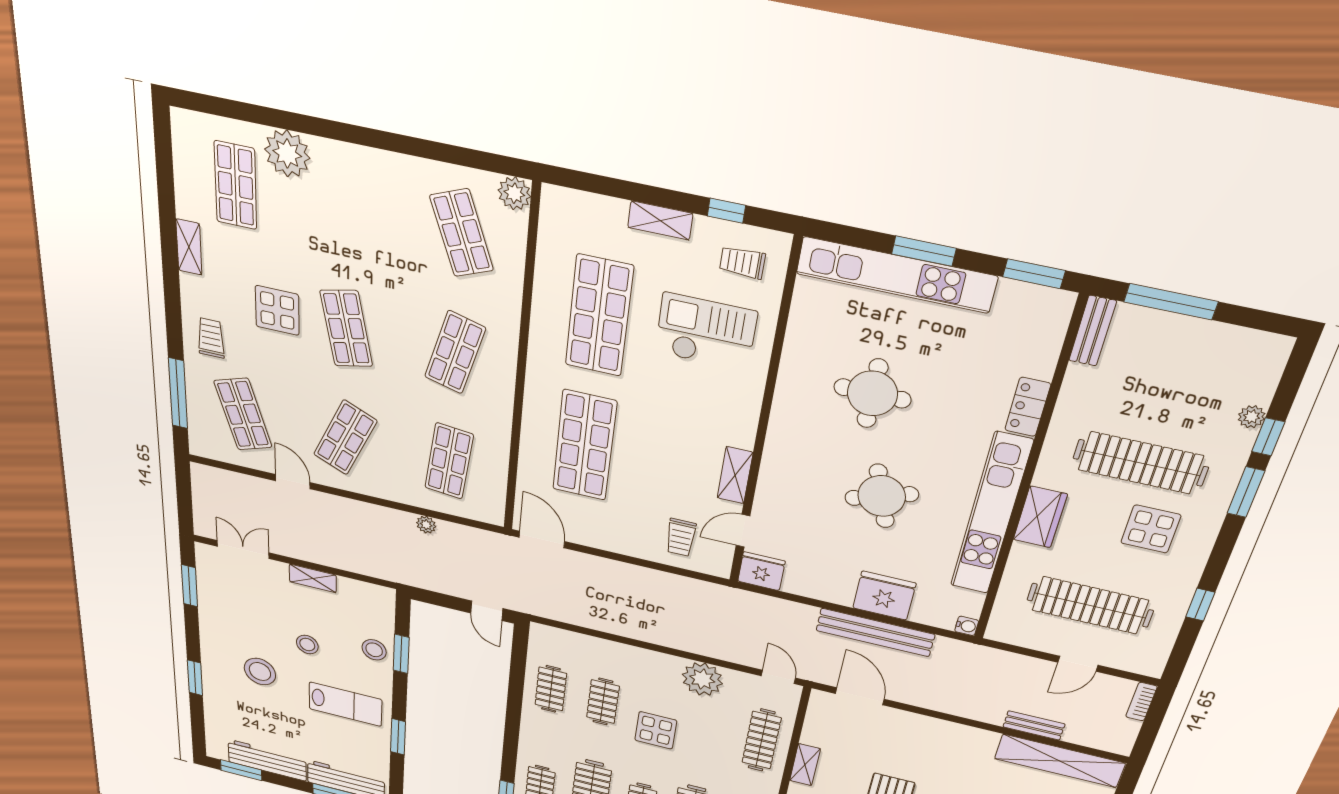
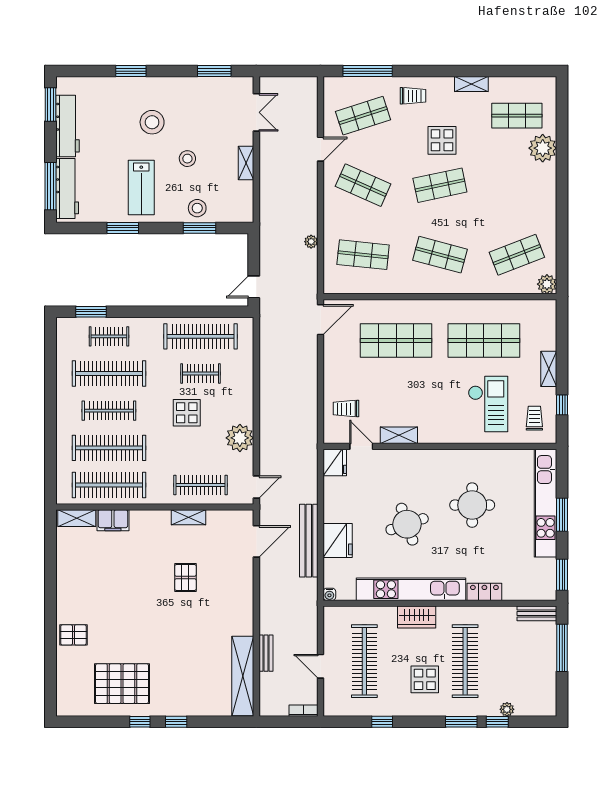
clothes rail: (551, 689) -> (200, 336), width x1.86, depth x1.31

